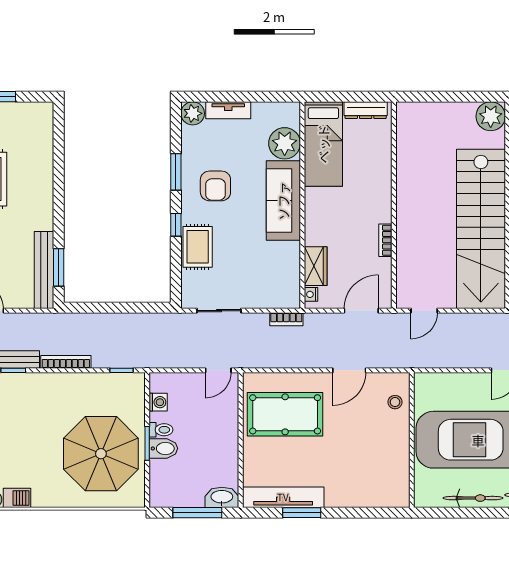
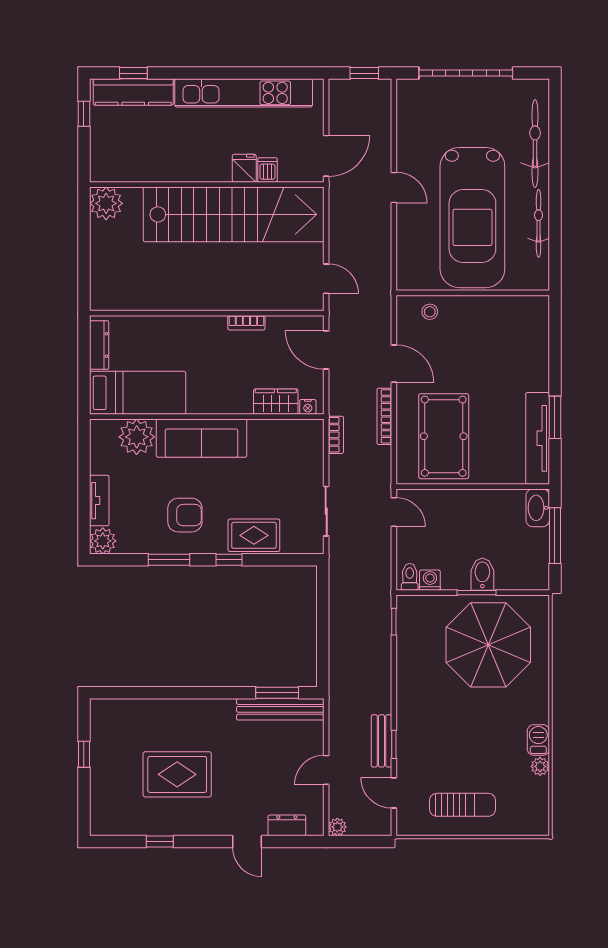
bookcase: (66, 362) -> (384, 416), moved
toilet: (161, 430) -> (410, 577), moved

